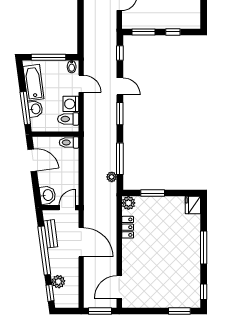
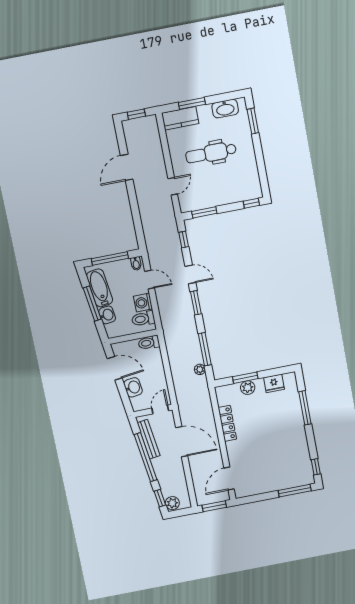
window: (173, 32) -> (251, 203), moved
window: (25, 108) -> (92, 304), moved
washbasin: (48, 195) -> (133, 387), moved
plant: (128, 203) -> (248, 388), moved
fridge: (193, 205) -> (274, 383), moved, turned -90
locker: (128, 227) -> (227, 423), width x1.53
bench: (51, 234) -> (149, 439), width x1.36
window: (204, 247) -> (305, 408), moved
plant: (58, 282) -> (172, 503), moved
window: (179, 311) -> (295, 491), width x1.44

